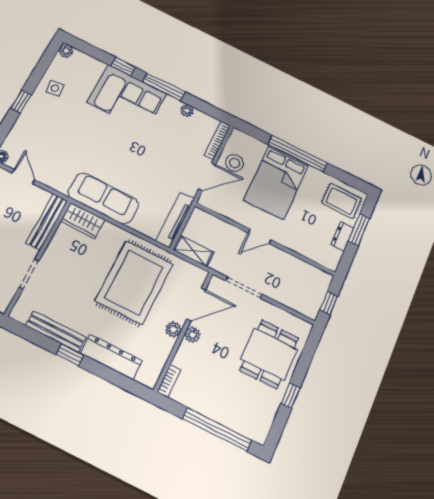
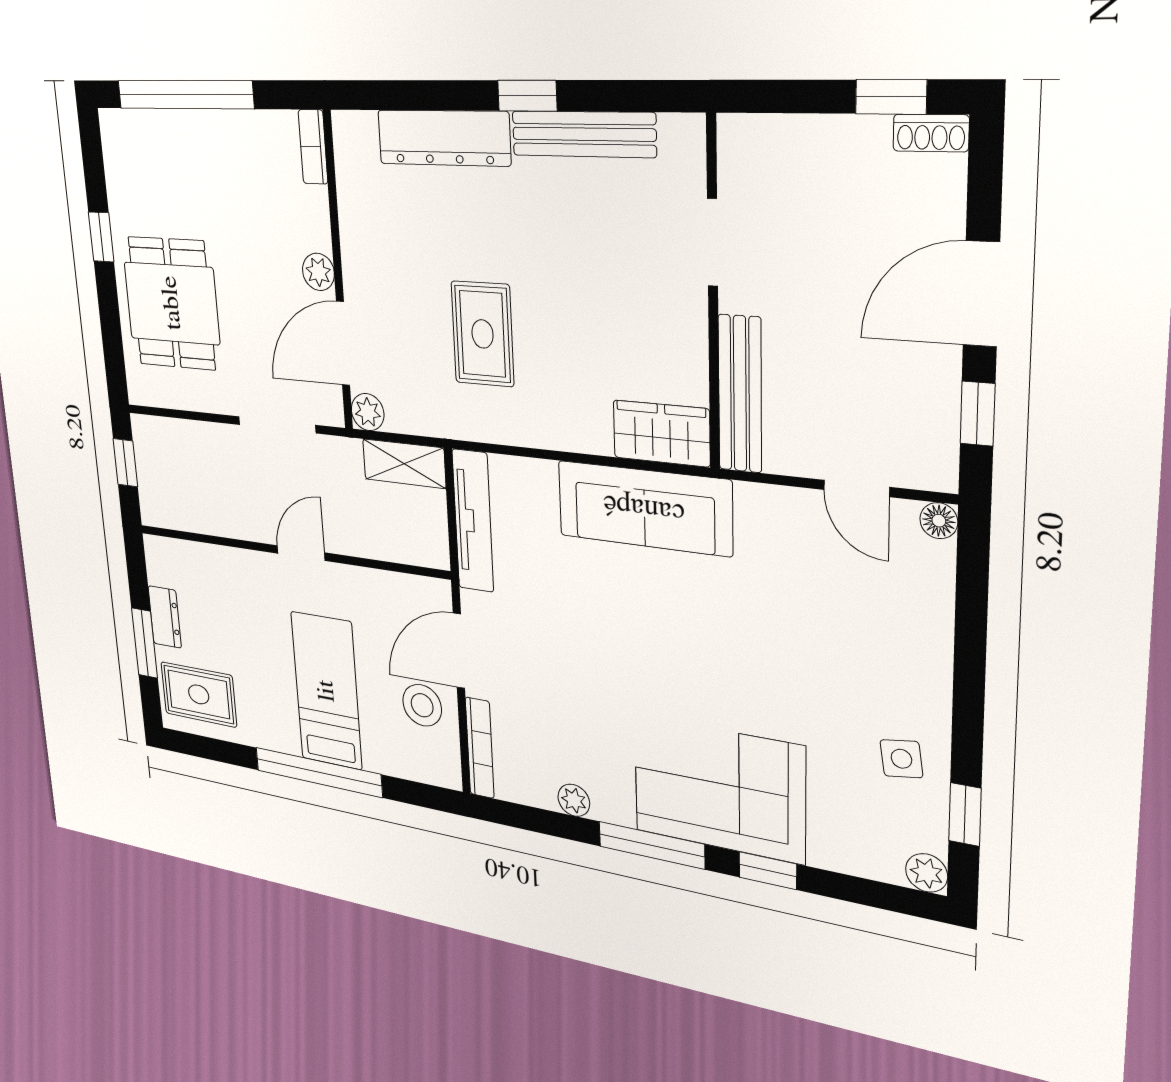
window: (21, 102) -> (965, 815), moved
bed: (276, 182) -> (327, 691), width x0.67
rug: (134, 282) -> (483, 334), width x0.54, depth x0.49
plant: (174, 329) -> (368, 412), moved

